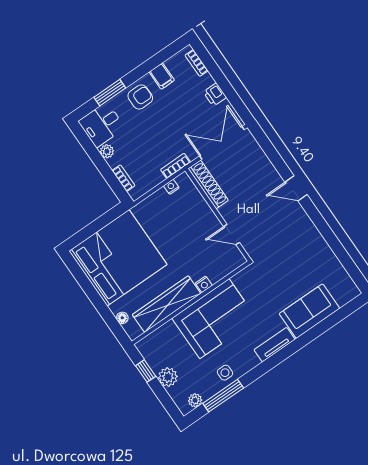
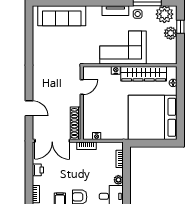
door: (296, 188) -> (29, 108), moved
door: (232, 235) -> (82, 87), hinge flipped
sofa: (309, 311) -> (62, 16), width x1.36
tv unit: (275, 345) -> (115, 11), moved
window: (146, 371) -> (180, 27), moved
plant: (195, 400) -> (164, 14), width x1.88, depth x1.88

